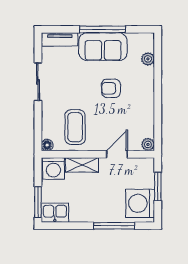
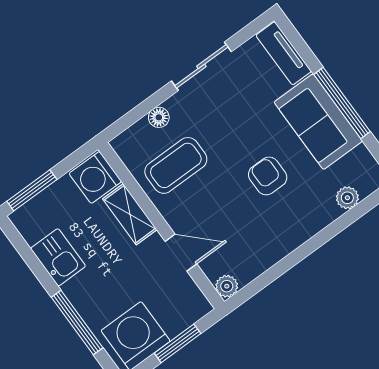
floor lamp: (47, 145) -> (159, 117), moved
kitchen sink: (55, 213) -> (58, 257), moved

